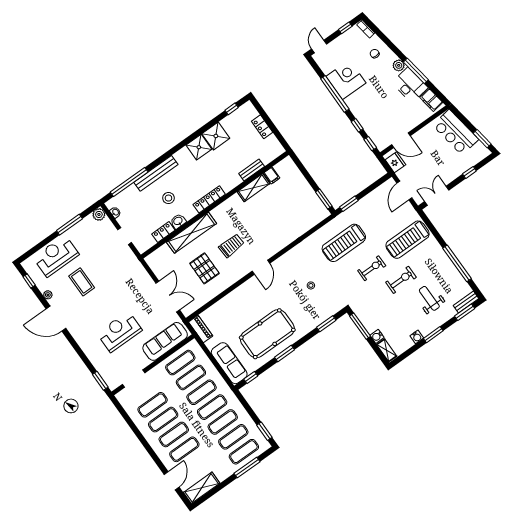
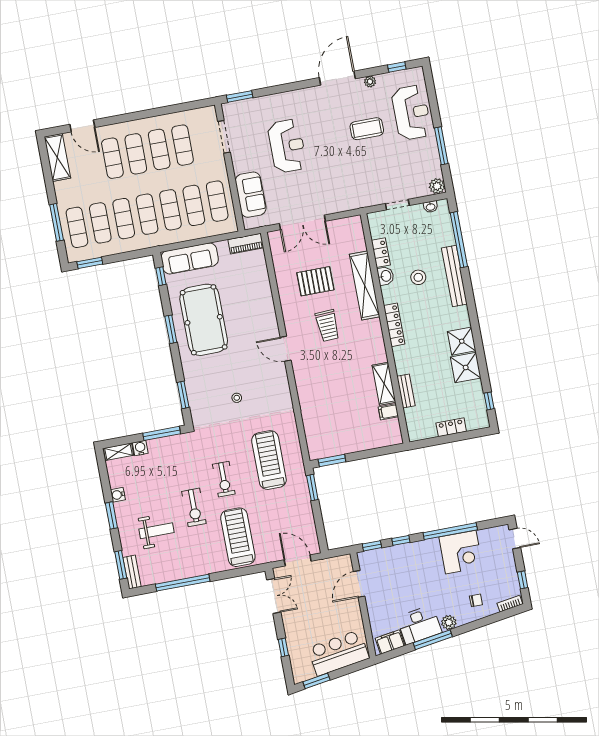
fridge: (395, 162) -> (336, 565), removed
sofa: (165, 341) -> (251, 195), width x0.73

